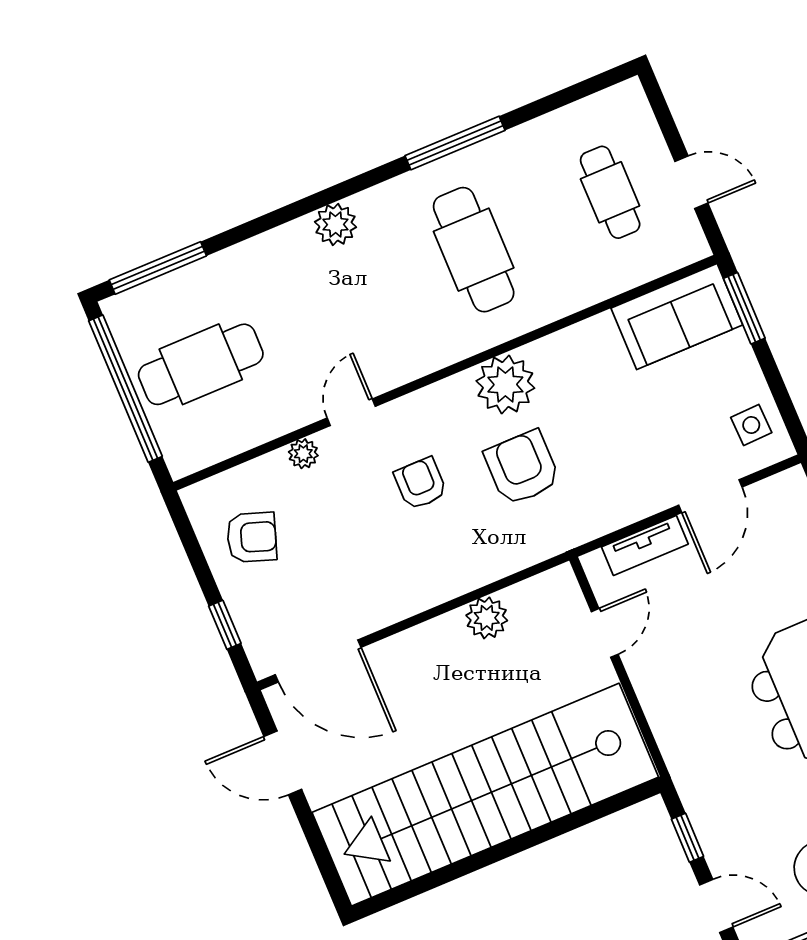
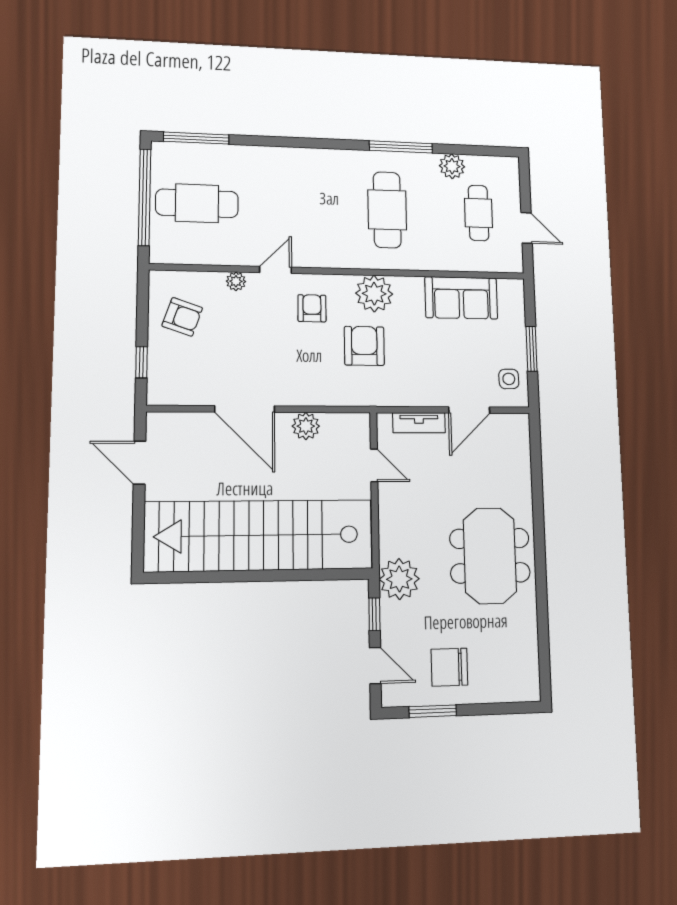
plant: (335, 224) -> (452, 166), moved
window: (744, 308) -> (532, 349), moved
sofa: (677, 317) -> (461, 298), moved
armchair: (421, 483) -> (312, 308), moved
door: (605, 633) -> (374, 465), hinge flipped
door: (318, 661) -> (245, 409), moved
plant: (703, 776) -> (399, 579), added

